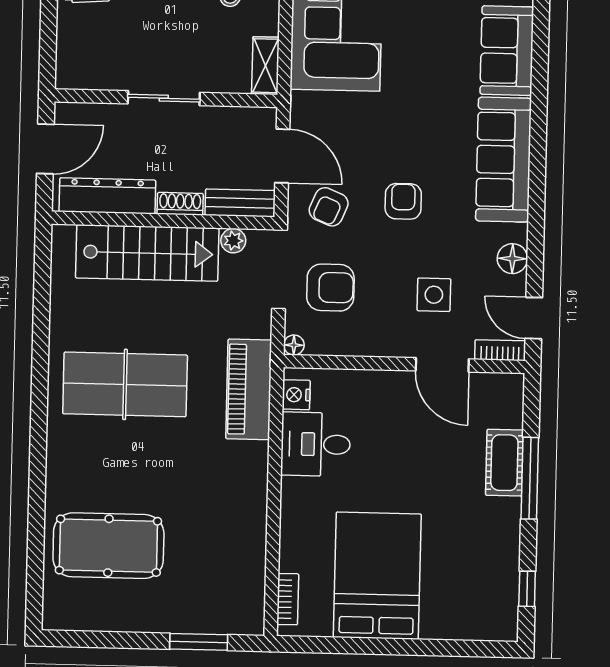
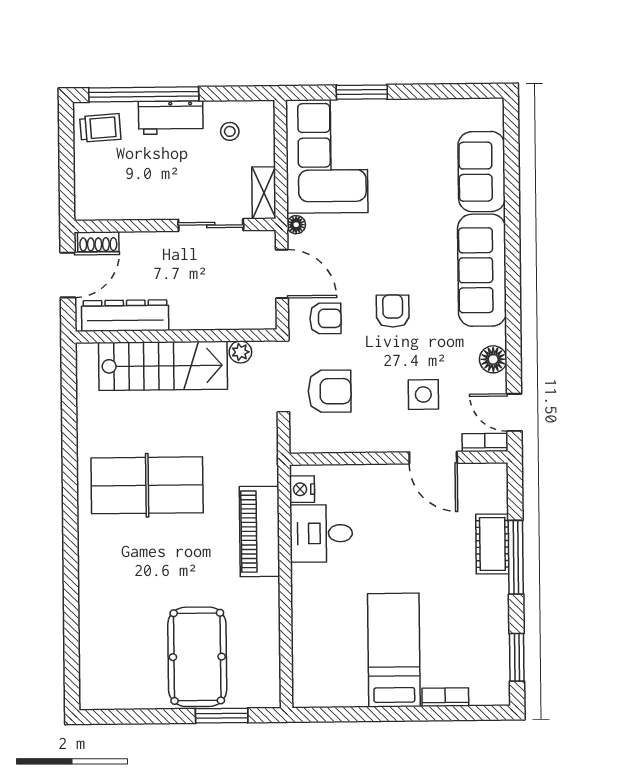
sliding door: (164, 98) -> (211, 225), moved
bench: (240, 203) -> (245, 318), removed
shoe rack: (180, 204) -> (98, 242), moved, turned 180
armchair: (329, 207) -> (325, 318), turned -113
floor lamp: (294, 345) -> (296, 225), moved
piano: (249, 389) -> (259, 531), moved
pool table: (108, 546) -> (197, 657), moved, turned 90
bed: (377, 576) -> (394, 650), width x0.67
window: (527, 589) -> (517, 657), width x1.50
bookcase: (288, 599) -> (445, 697), moved, turned -90

